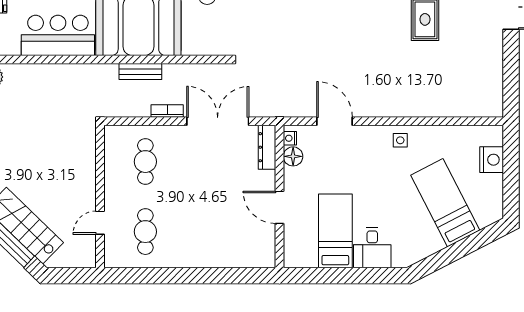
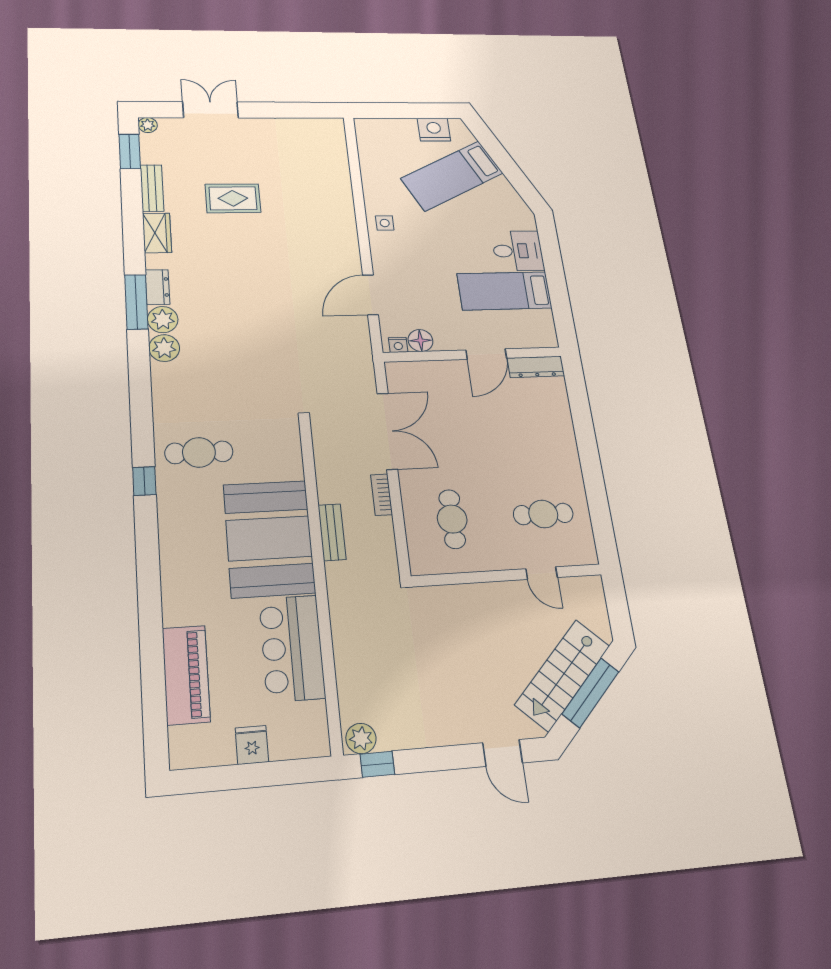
double door: (218, 121) -> (387, 431), swing flipped
dresser: (267, 147) -> (536, 367), moved
nightstand: (492, 160) -> (434, 130), moved
cafe table: (145, 162) -> (452, 519), turned 90

